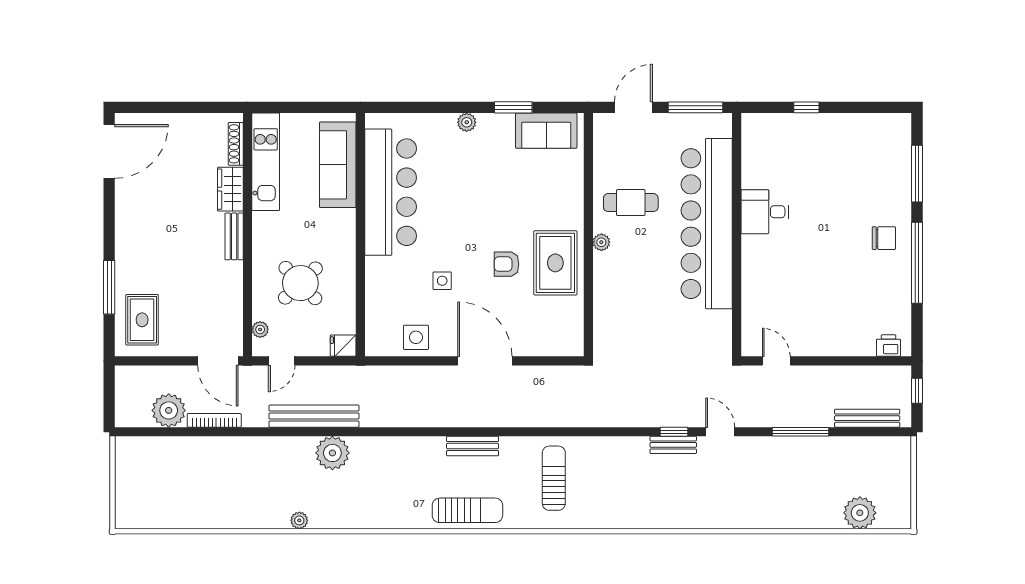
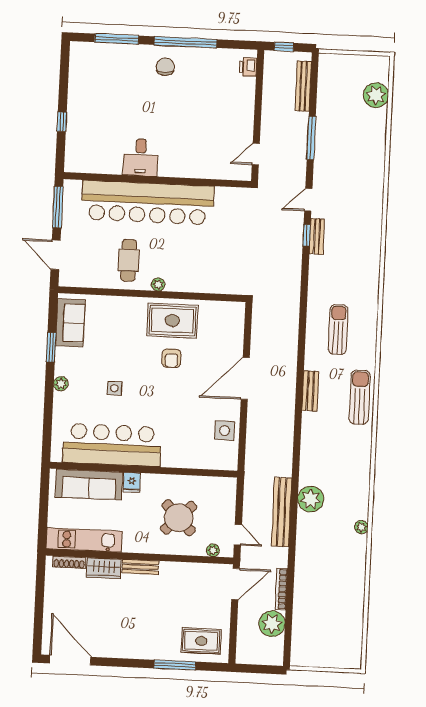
side table: (442, 281) -> (114, 388), moved
fridge: (343, 346) -> (132, 482), moved
sun lounger: (554, 478) -> (338, 330), turned 90

